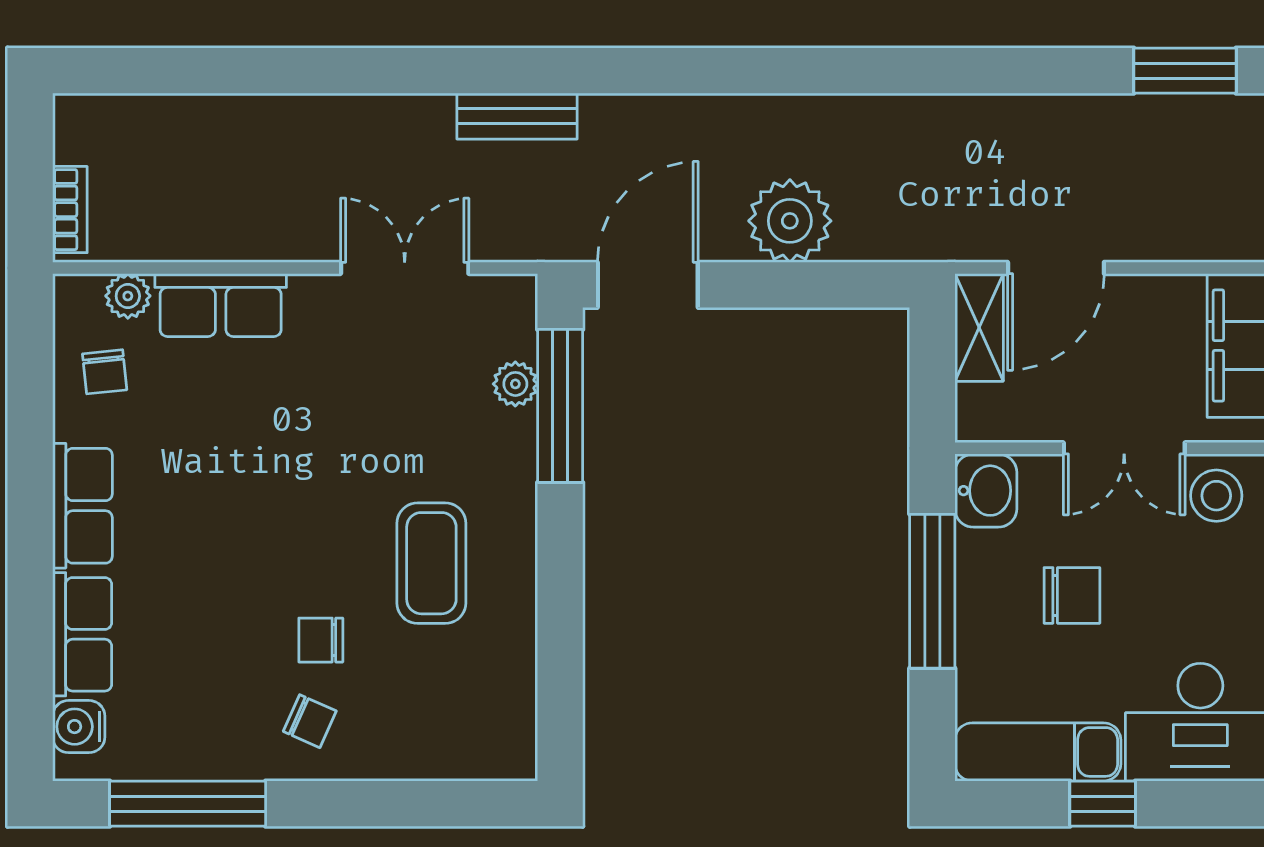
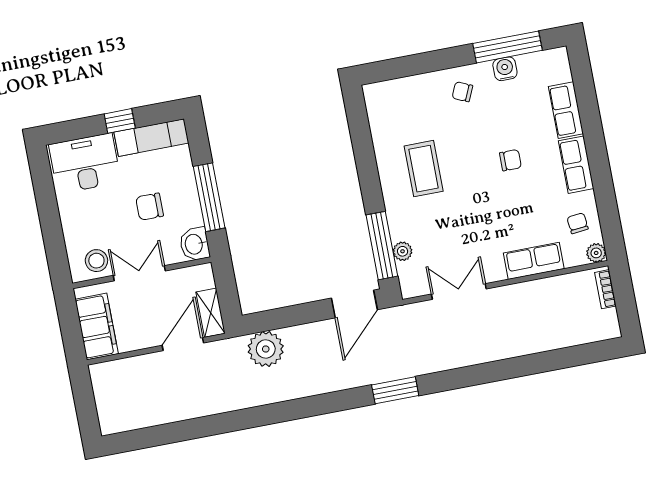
window: (1185, 71) -> (395, 390), moved
bench: (517, 116) -> (423, 365), removed
plant: (790, 221) -> (266, 349), moved
double door: (405, 268) -> (459, 291), swing flipped
plant: (128, 296) -> (596, 253), moved
chair: (321, 640) -> (510, 160), moved
water cooler: (79, 727) -> (505, 69), moved, turned -90

